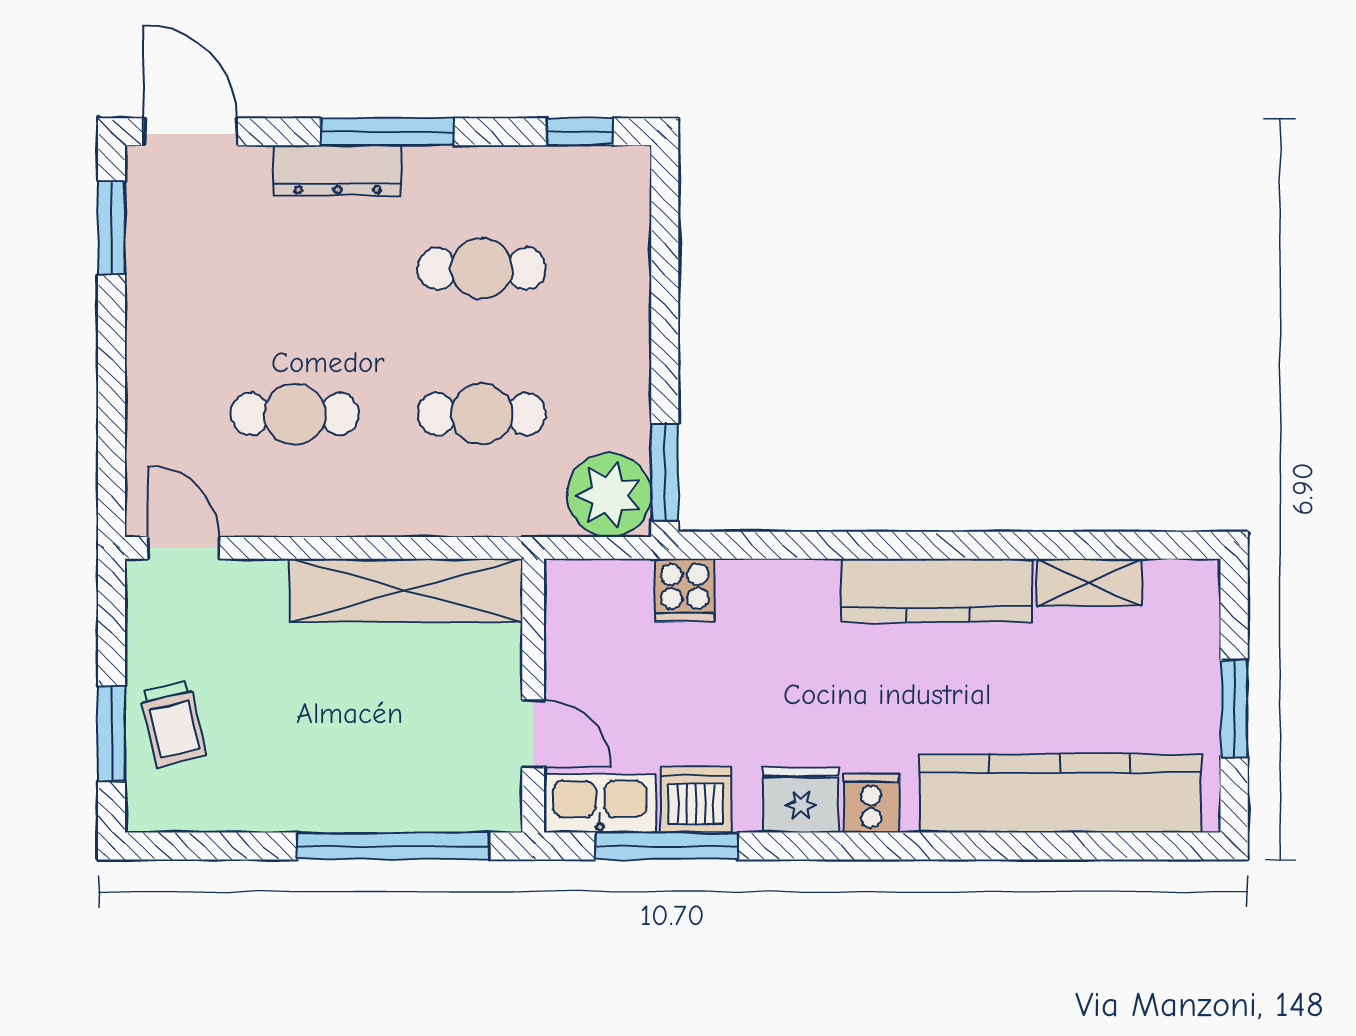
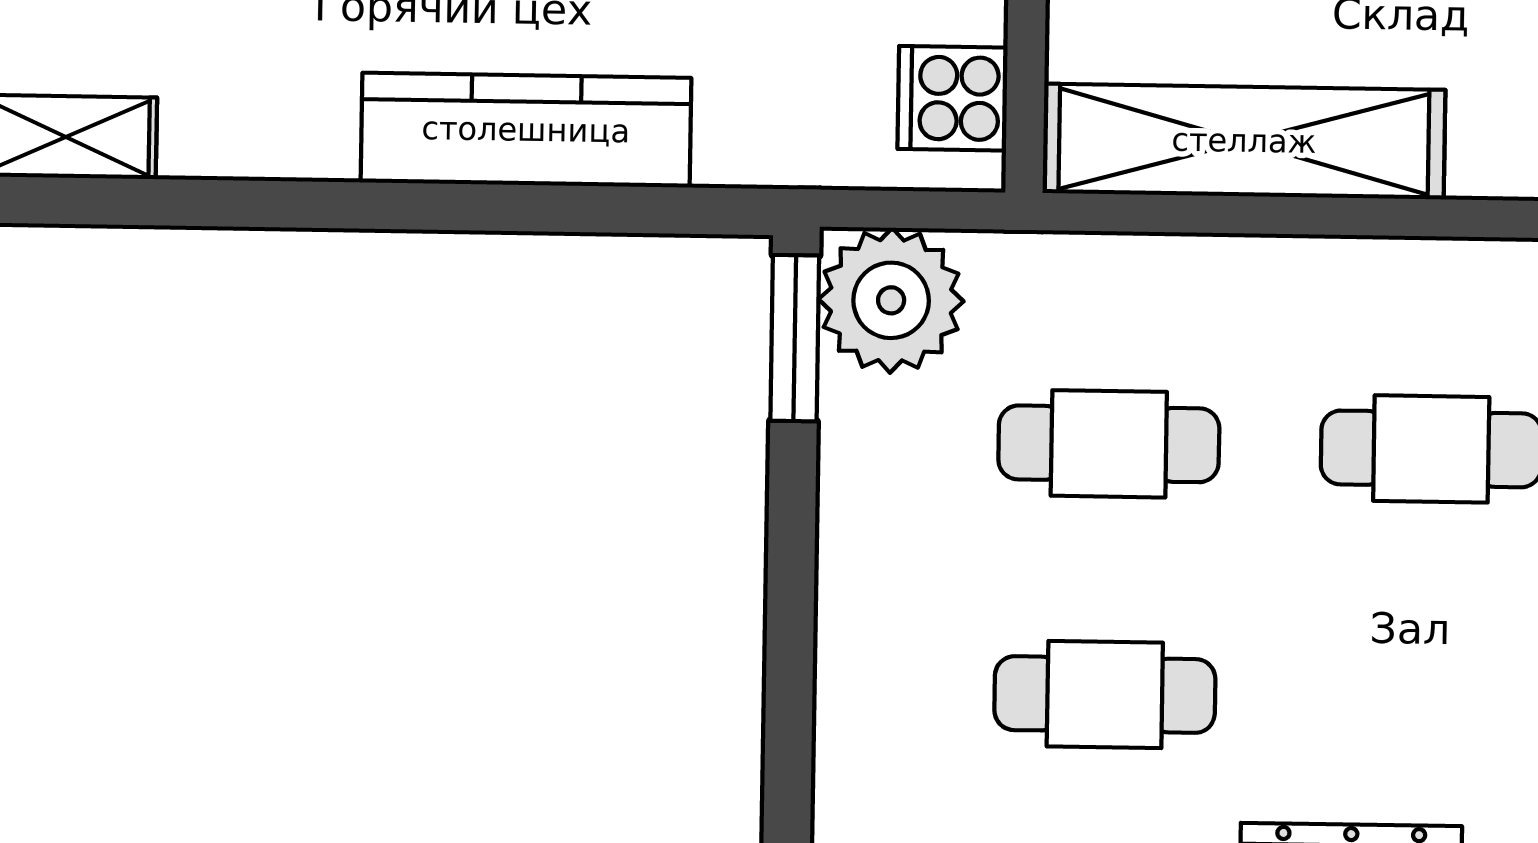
cooker: (685, 590) -> (953, 98), moved, turned -90
kitchen counter: (937, 590) -> (526, 130), moved

